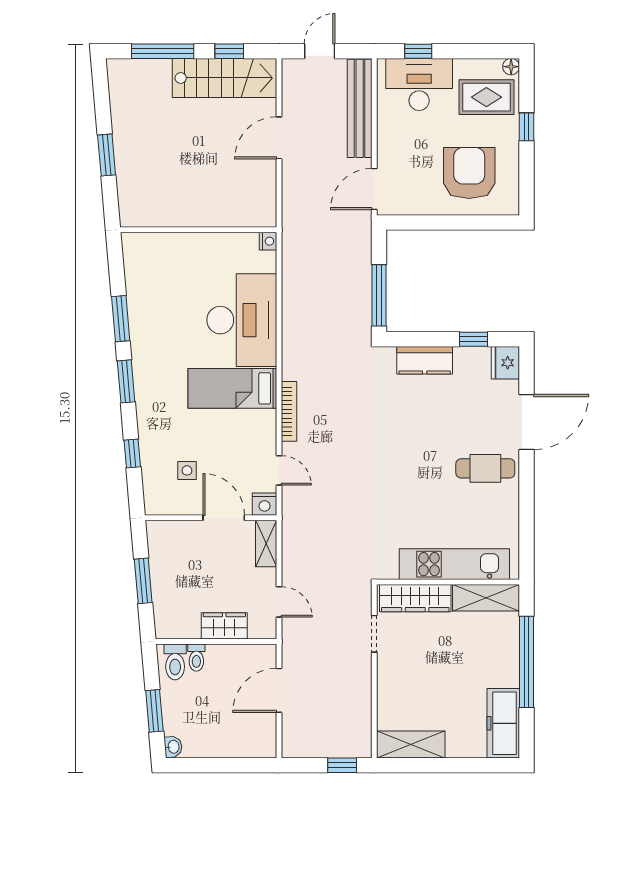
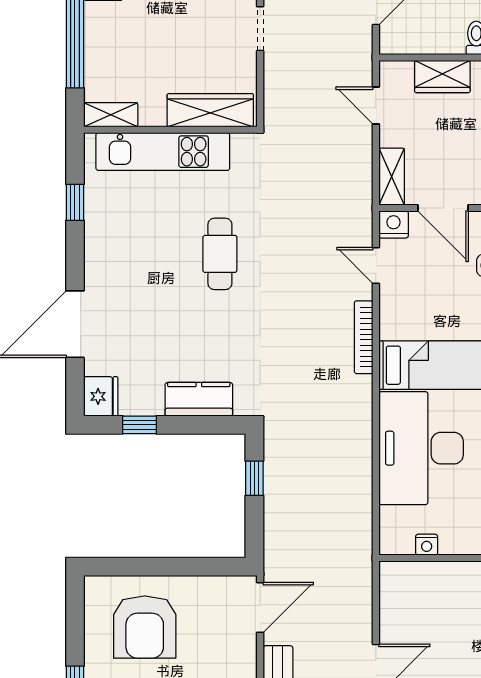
nightstand: (268, 241) -> (427, 545), moved, turned -90
window: (379, 295) -> (254, 478), width x0.46
cafe table: (485, 468) -> (220, 254), moved, turned 90
window: (527, 522) -> (75, 202), added
shelving: (486, 598) -> (111, 115), width x0.67, depth x0.75
doorway: (374, 634) -> (260, 29), moved

